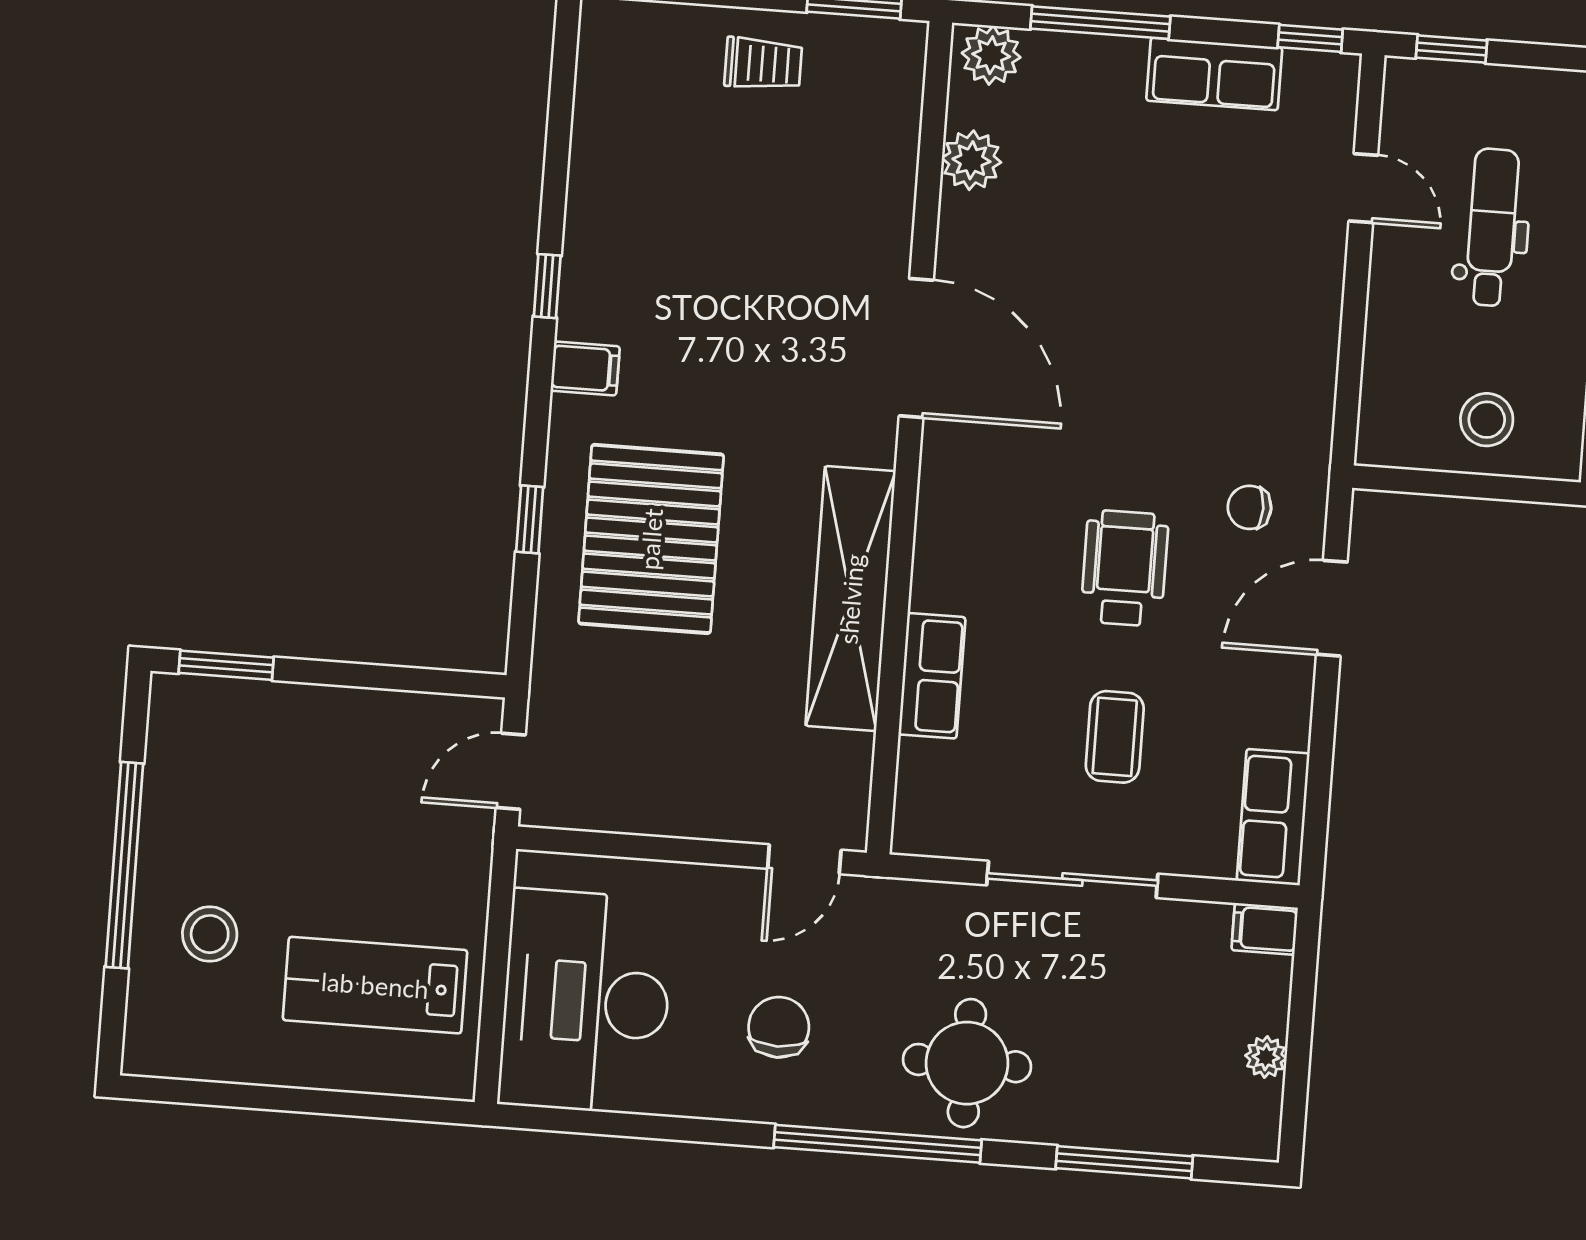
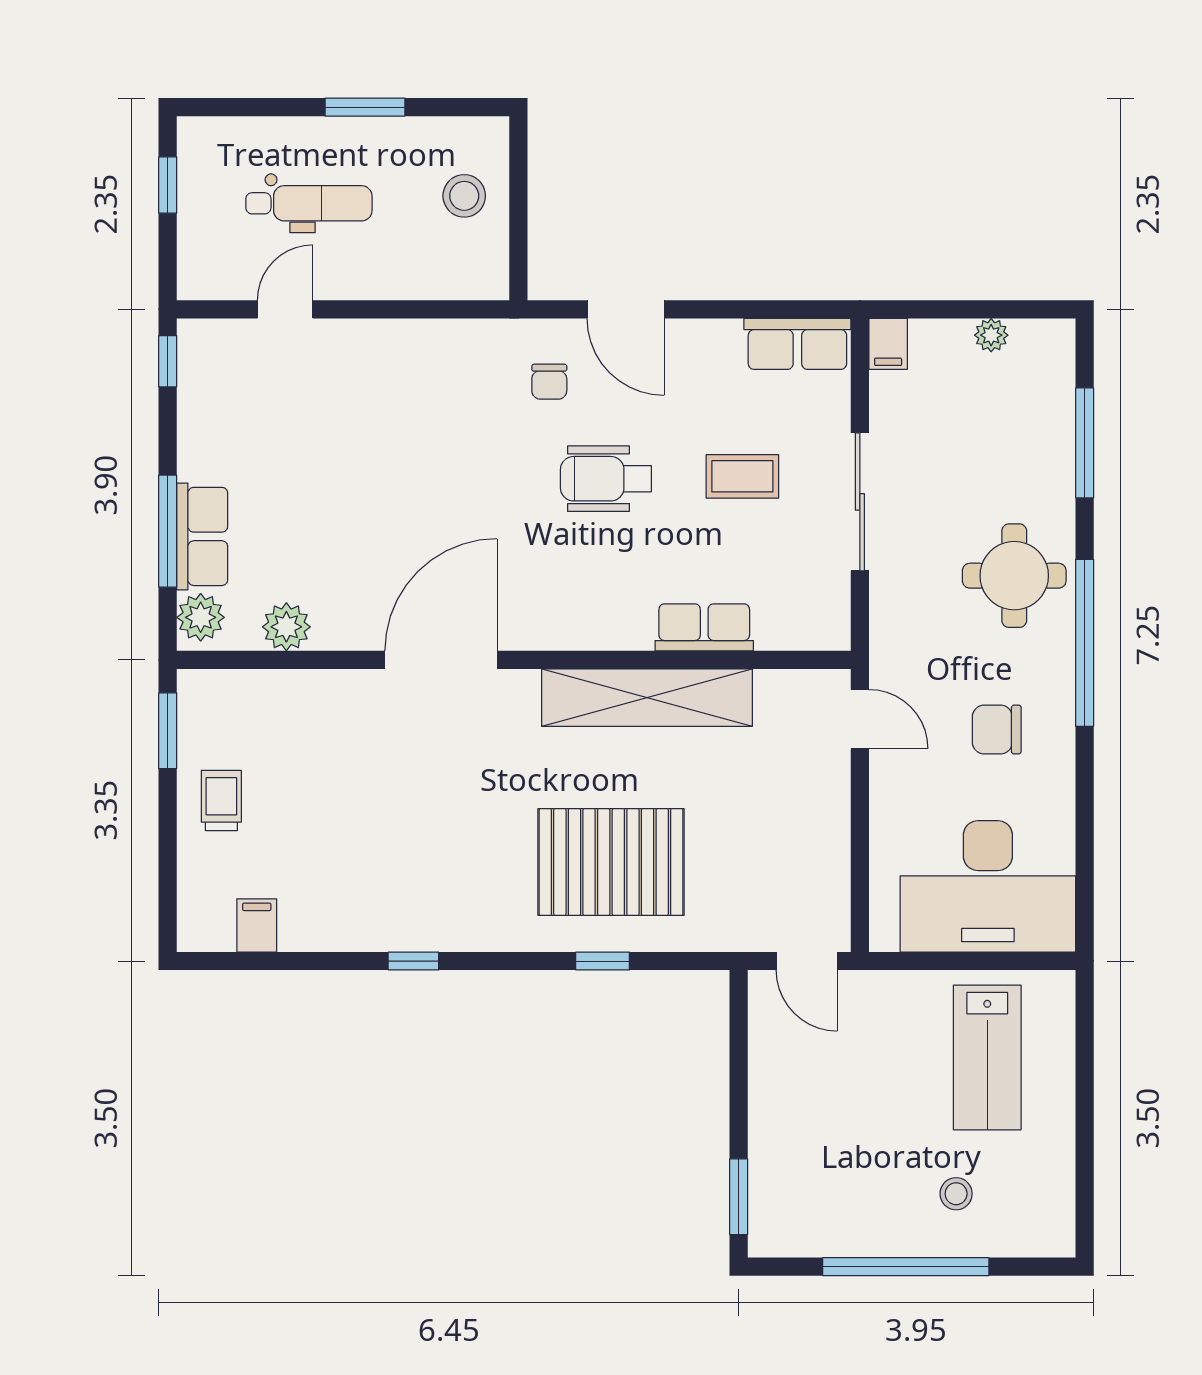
window: (1451, 49) -> (168, 185), moved
row of seats: (1214, 74) -> (202, 536), moved
dental chair: (1492, 227) -> (309, 203), turned 180
filing cabinet: (585, 368) -> (257, 925), moved
stool: (210, 934) -> (956, 1194), width x0.73, depth x0.73

